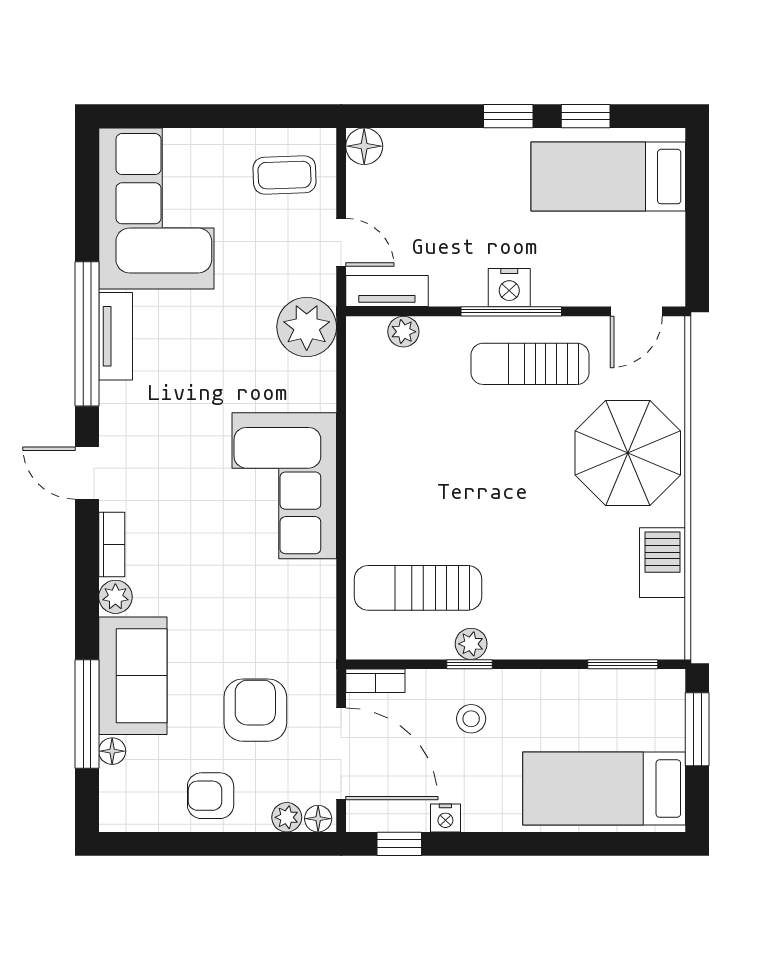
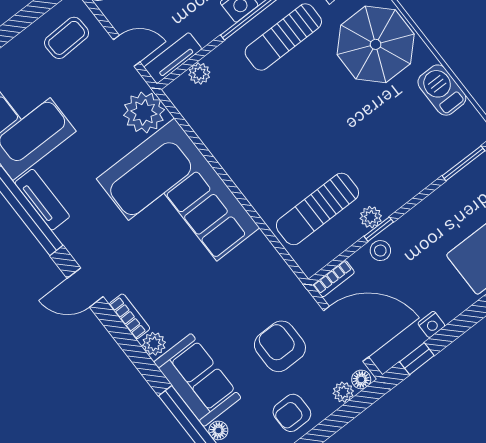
corner sofa: (284, 486) -> (178, 203), width x1.36, depth x1.36
stool: (471, 719) -> (380, 251), moved

